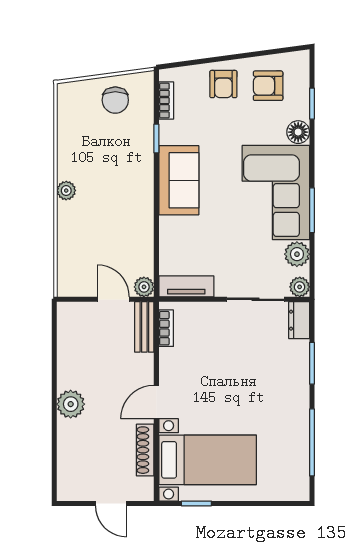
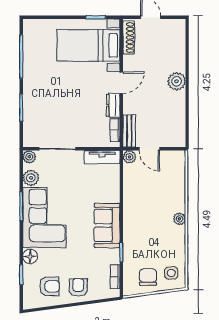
side table: (79, 106) -> (171, 273), added
dresser: (299, 320) -> (113, 105), moved, turned 180
shoe rack: (145, 450) -> (129, 38), moved

